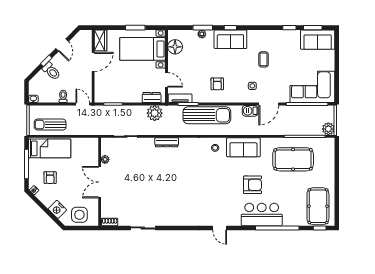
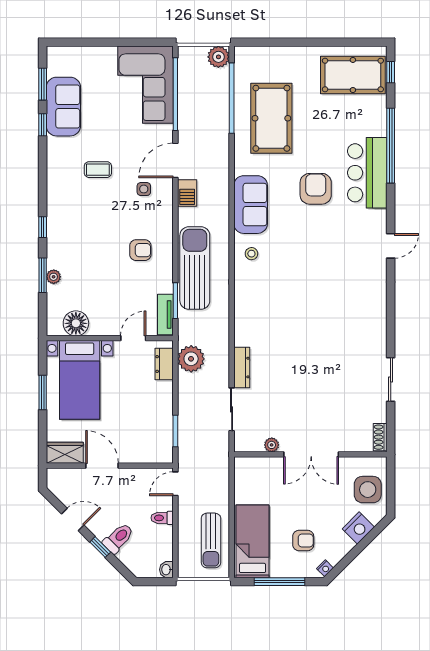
sofa: (230, 39) -> (63, 227), removed
sofa: (318, 40) -> (63, 107), moved
door: (269, 104) -> (175, 160), swing flipped
dresser: (167, 142) -> (242, 368), moved

